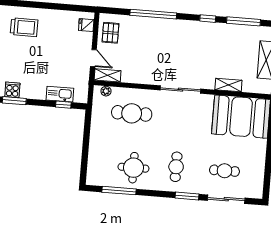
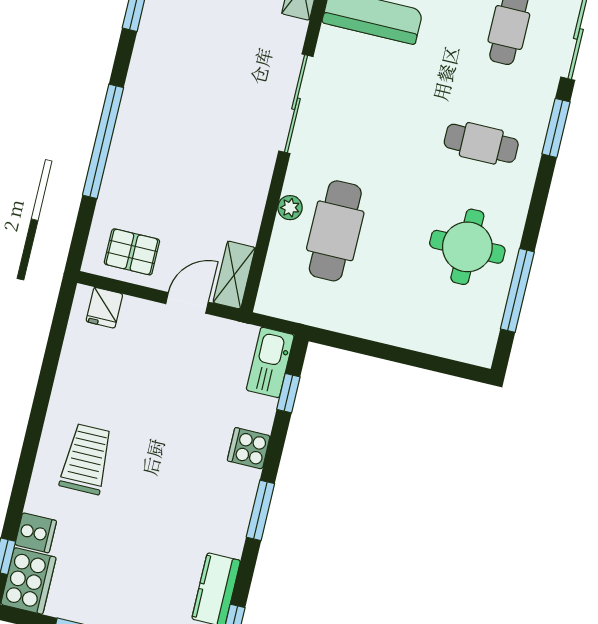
cooker: (12, 90) -> (249, 448), moved
plant: (106, 91) -> (290, 208), moved
kitchen sink: (60, 94) -> (270, 362), moved

